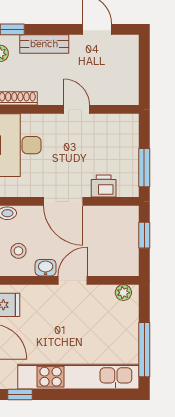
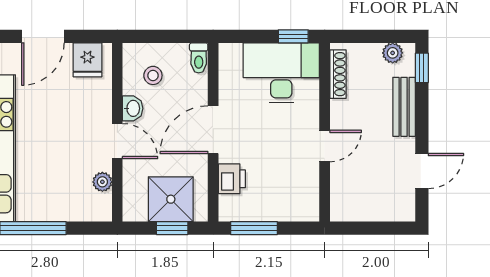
shower: (120, 236) -> (171, 199), added
plant: (123, 293) -> (102, 182), moved

